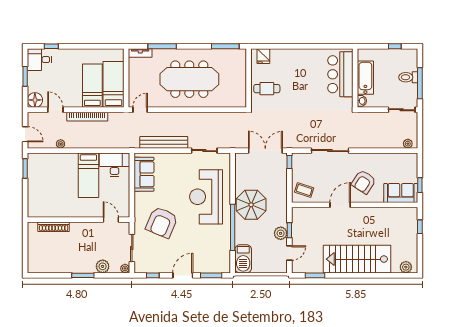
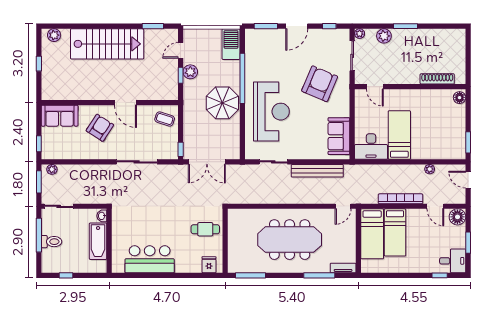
bar counter: (340, 74) -> (150, 259), moved, turned -90
window: (420, 132) -> (39, 182), added
window: (420, 185) -> (39, 144), moved
door: (340, 205) -> (125, 103), hinge flipped
floor lamp: (33, 210) -> (460, 98), added
window: (420, 227) -> (39, 64), moved

